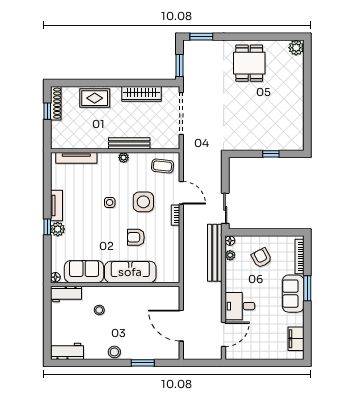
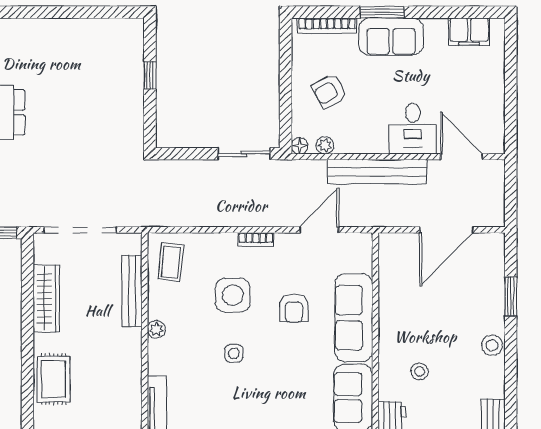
bench: (129, 143) -> (132, 291), moved
door: (181, 193) -> (319, 230), moved
bench: (215, 253) -> (377, 172), moved

